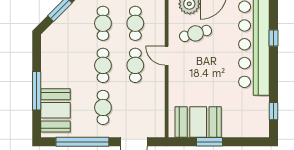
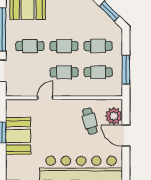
door: (167, 56) -> (45, 98), moved
booth: (198, 122) -> (18, 136), moved

